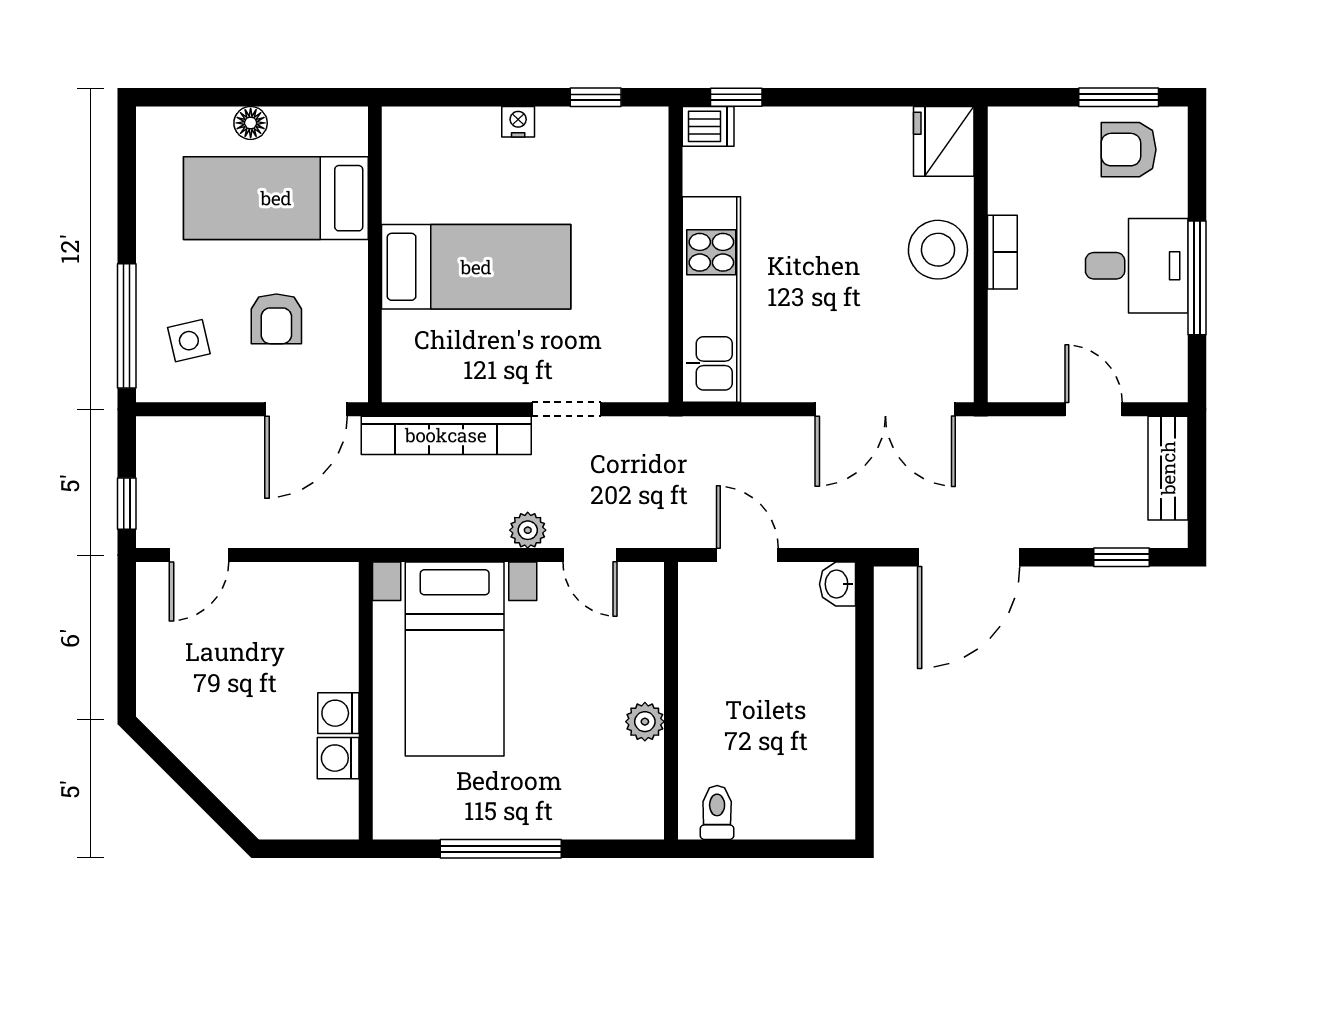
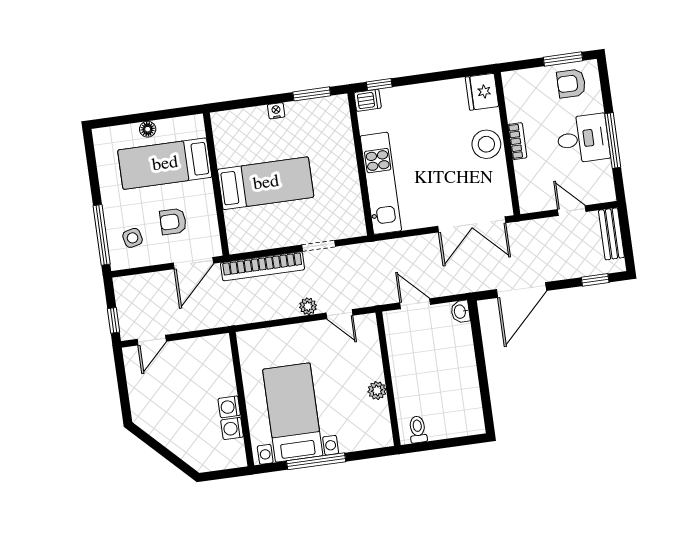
window: (596, 97) -> (312, 94), width x1.50
armchair: (276, 319) -> (173, 222), turned 90
bed with nightstands: (455, 659) -> (293, 412), moved, turned 180

